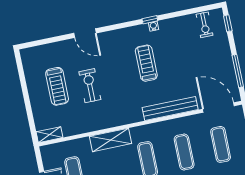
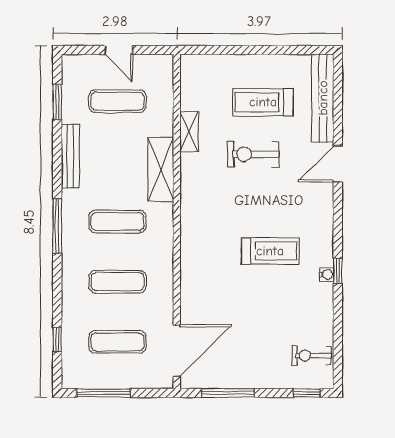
exercise bike: (90, 86) -> (253, 154), turned 180
bench: (170, 109) -> (323, 98), moved
shelving: (50, 135) -> (189, 132), moved

